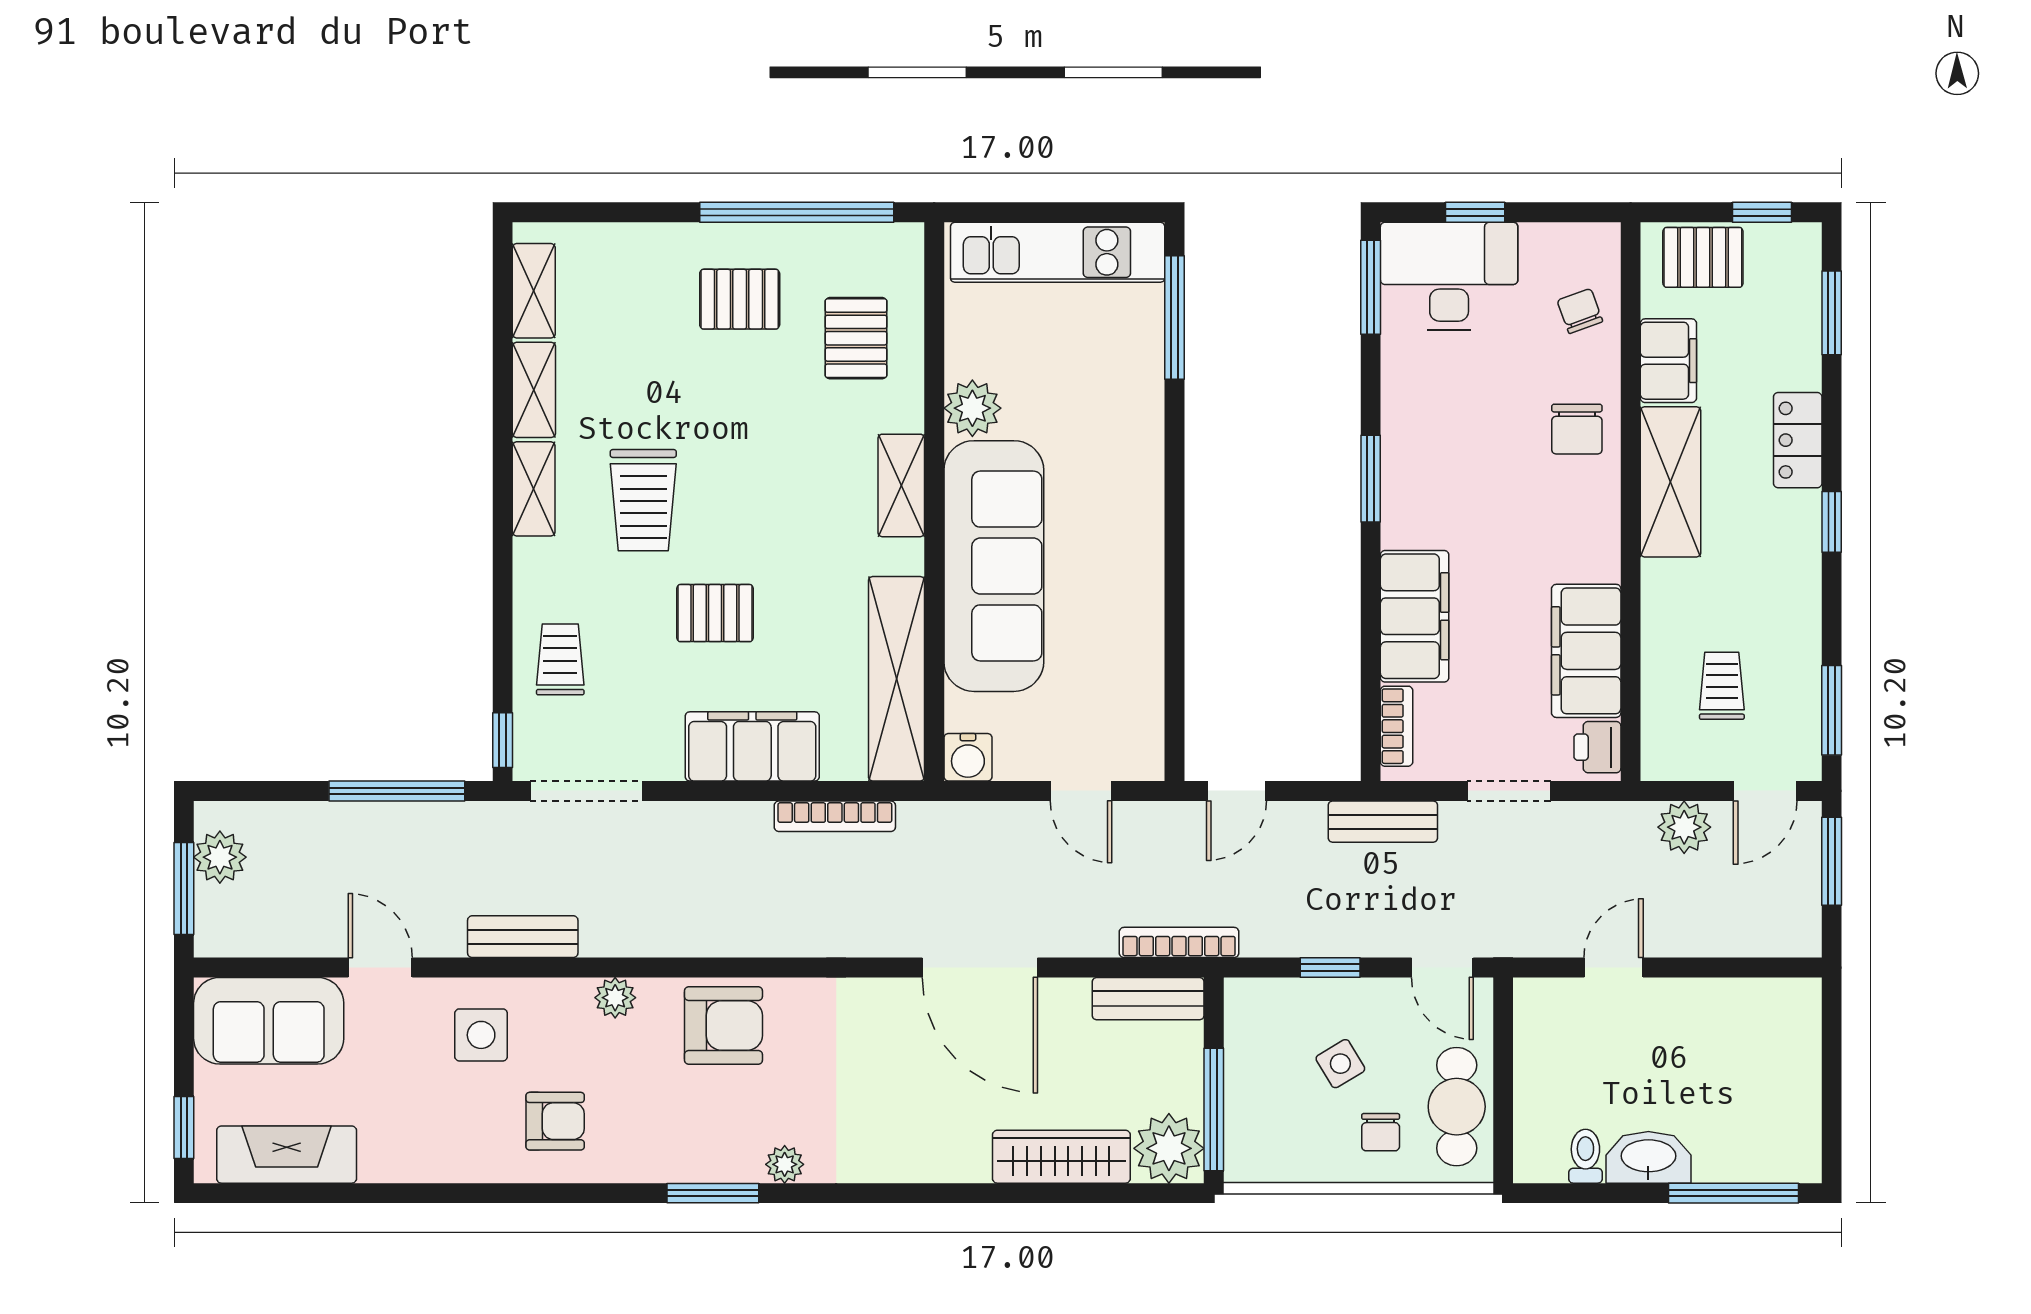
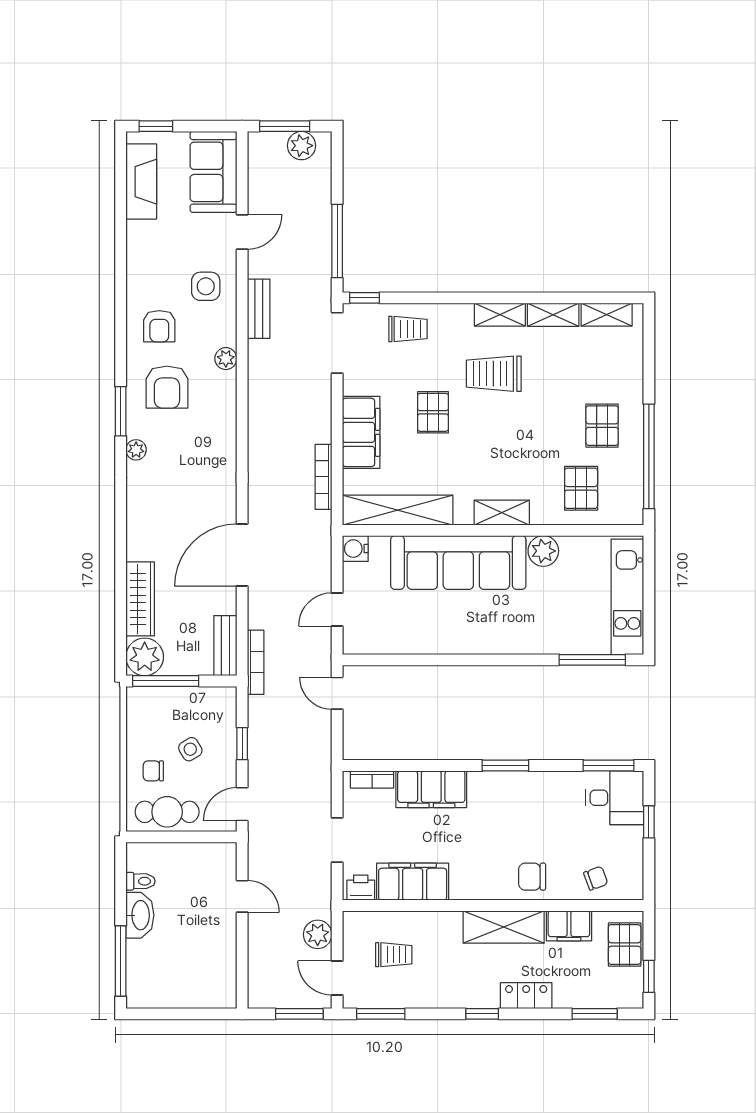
desk: (1449, 276) -> (615, 798), width x0.73
pallet: (856, 338) -> (581, 488), turned 90
bench: (1383, 822) -> (321, 772), removed
armchair: (723, 1025) -> (167, 387), moved

